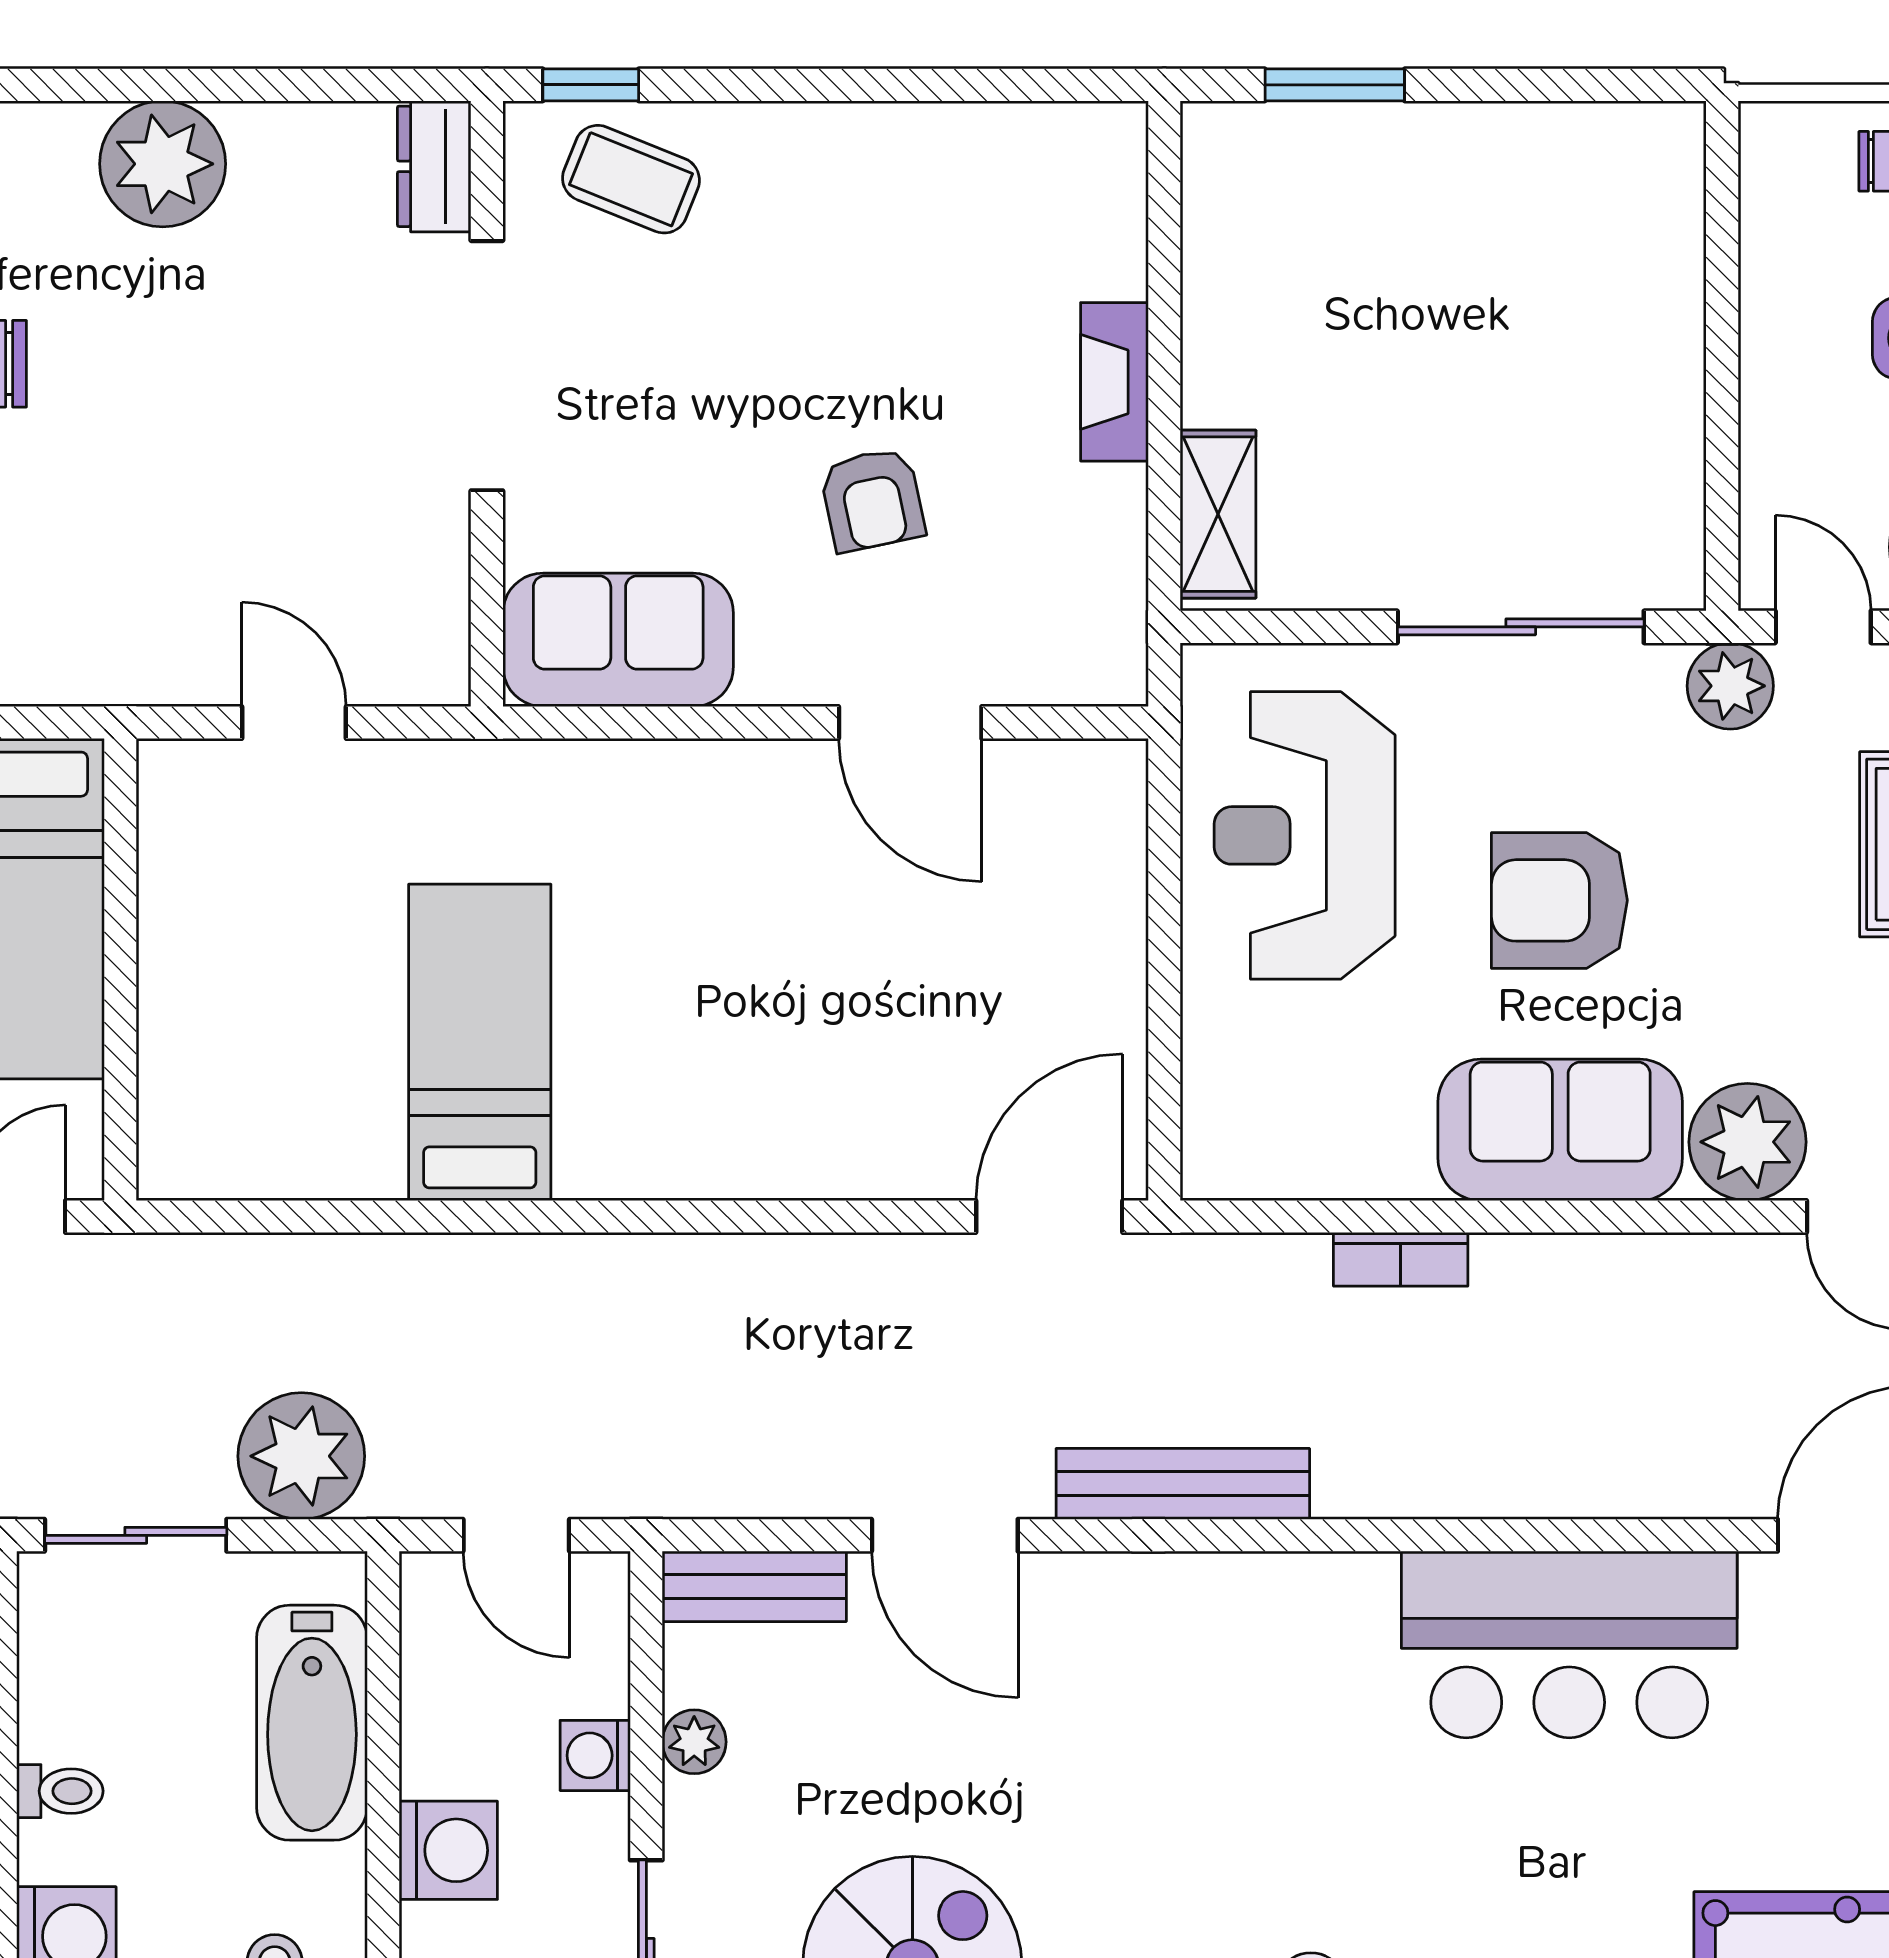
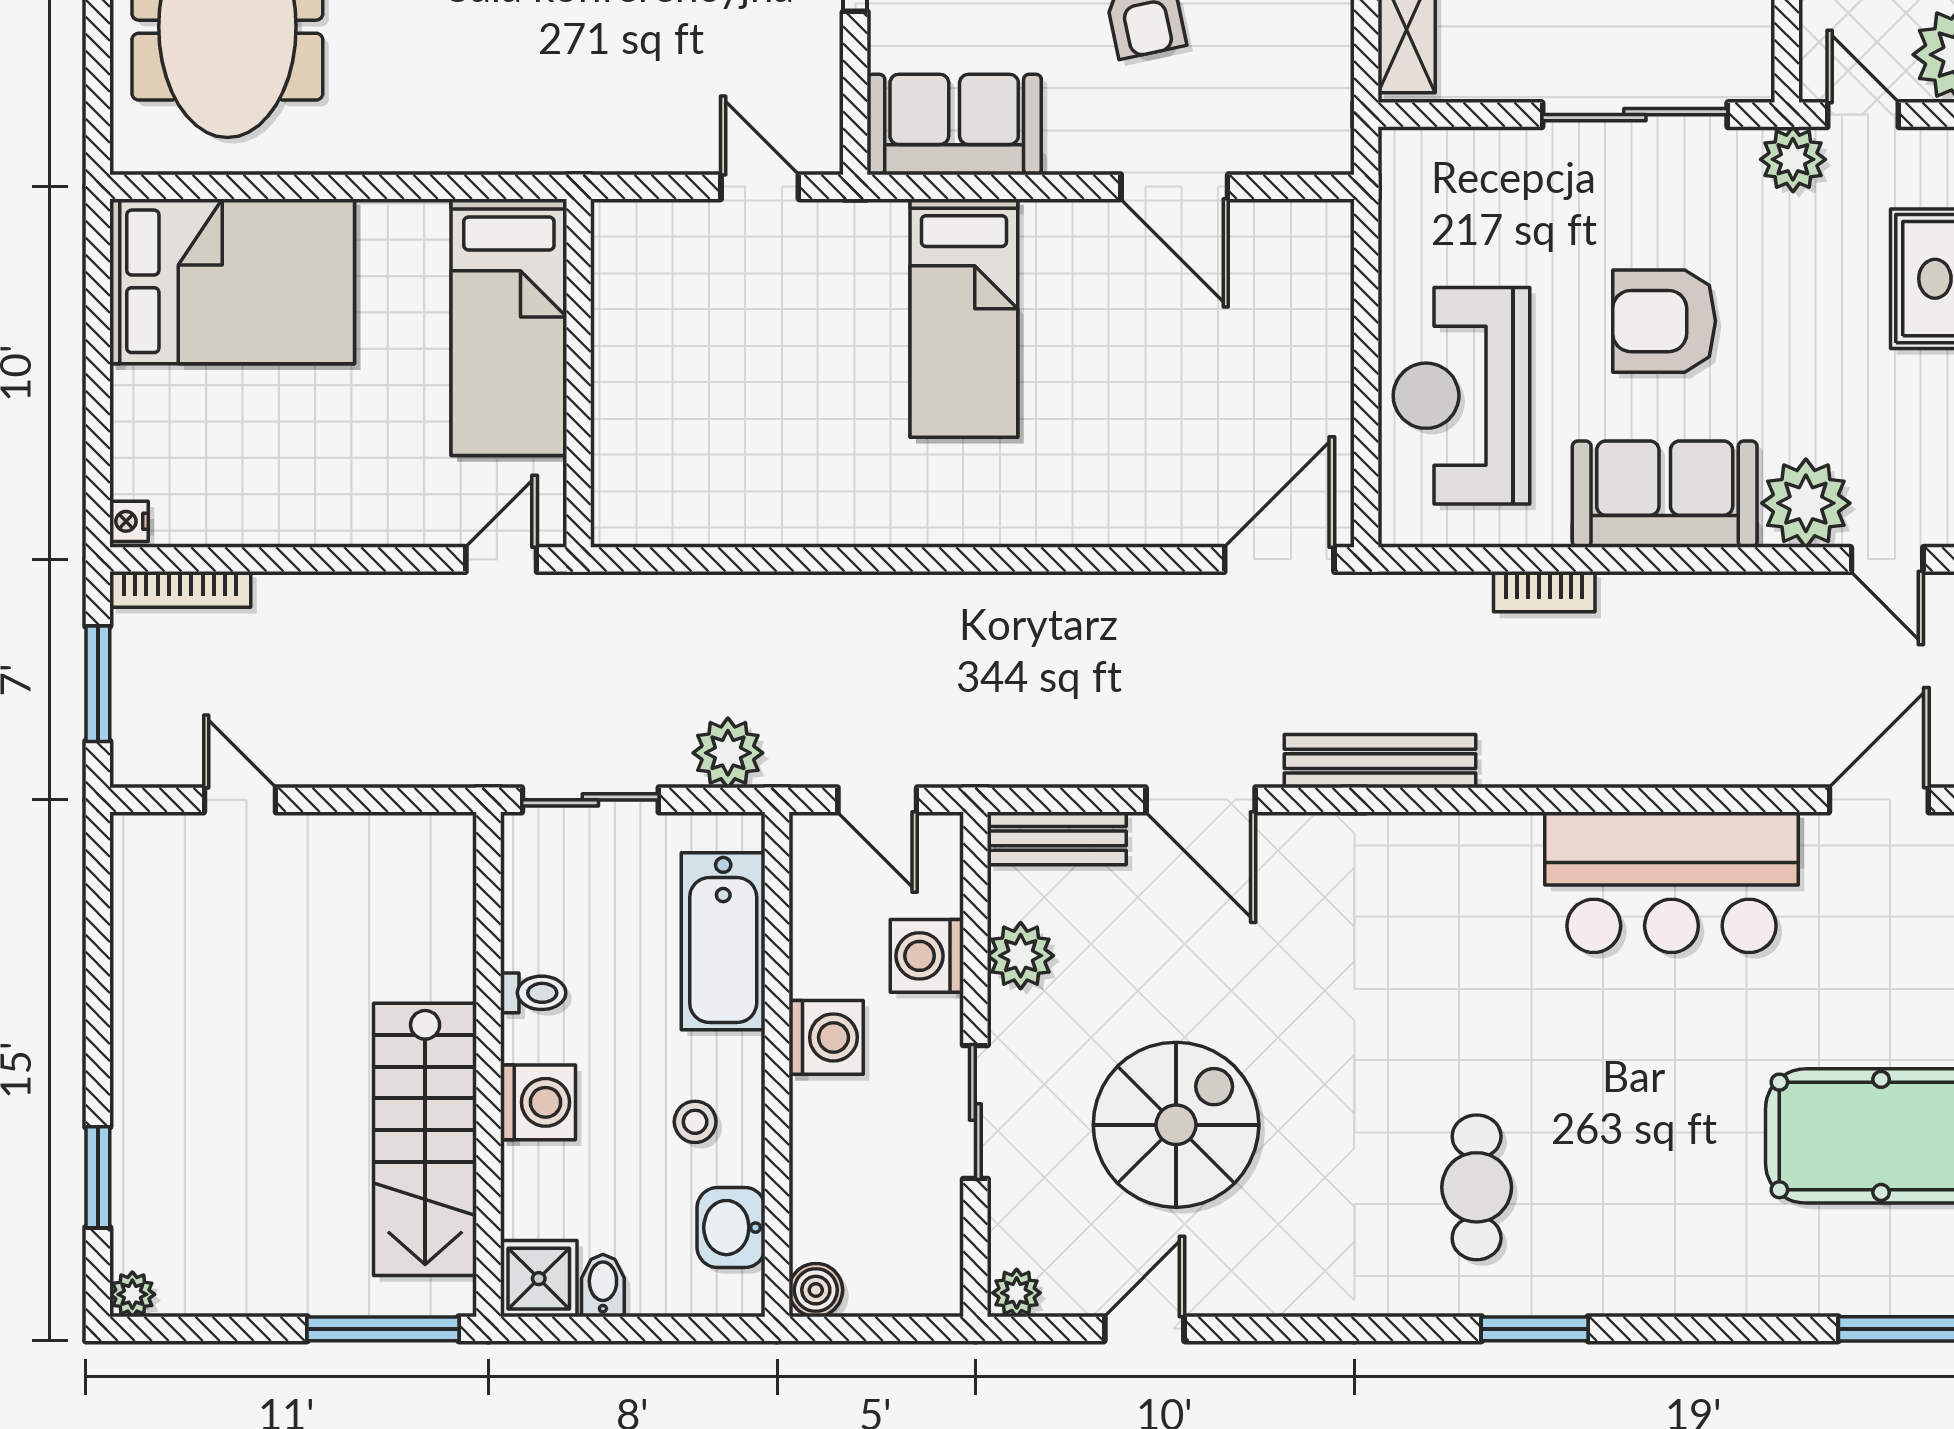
door: (294, 722) -> (760, 187), moved
reception desk: (1305, 835) -> (1461, 396), moved
bed: (480, 1042) -> (964, 318), moved, turned 180
plant: (301, 1456) -> (728, 753), width x0.73, depth x0.73
plant: (694, 1742) -> (1021, 956), width x1.38, depth x1.38
washing machine: (595, 1755) -> (927, 956), width x1.38, depth x1.38

